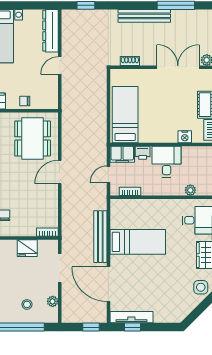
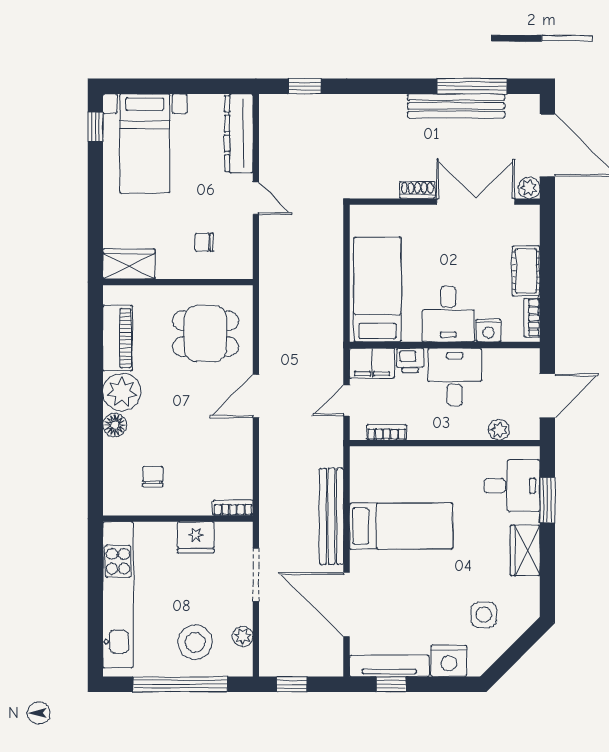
bench: (144, 16) -> (456, 106), moved
shoe rack: (130, 61) -> (417, 190), moved
door: (60, 66) -> (256, 198), swing flipped
chair: (25, 101) -> (204, 242), moved
desk: (163, 128) -> (448, 314), added
dining table: (33, 138) -> (206, 334), width x0.73
side table: (201, 287) -> (484, 615), moved
stool: (27, 304) -> (195, 642), width x1.89, depth x1.89
nightstand: (163, 314) -> (449, 661), added
window: (91, 327) -> (292, 684), moved

